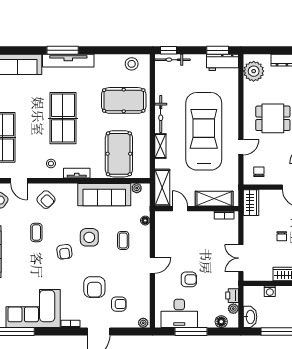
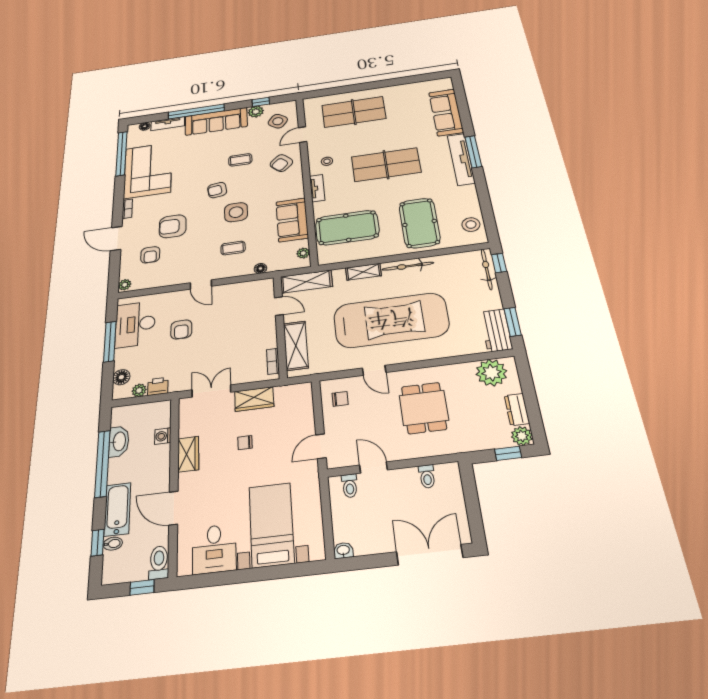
sofa: (104, 195) -> (292, 220), width x0.73
wardrobe: (251, 203) -> (254, 399), moved
door: (180, 209) -> (279, 306), hinge flipped
washbasin: (250, 317) -> (119, 441), moved, turned -90

